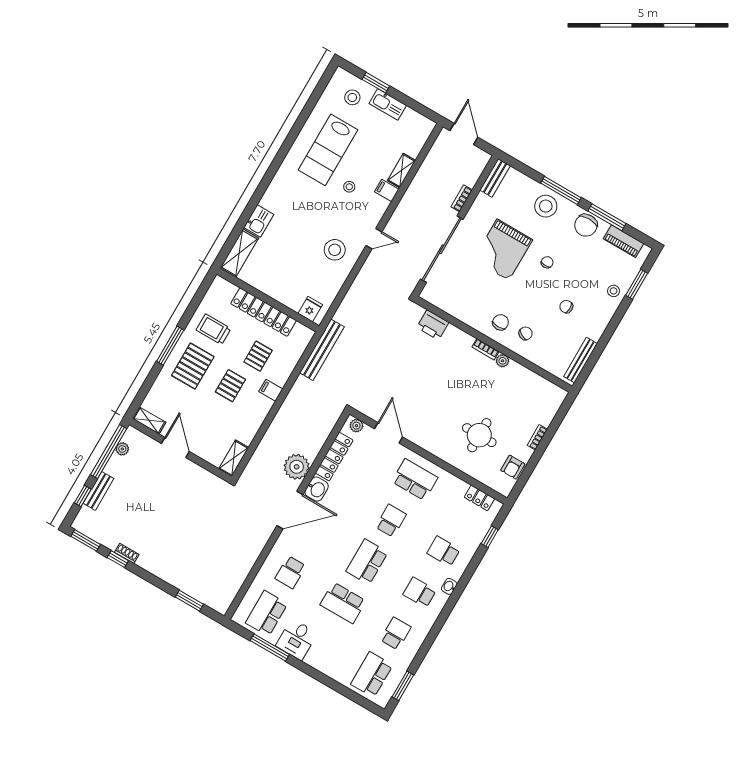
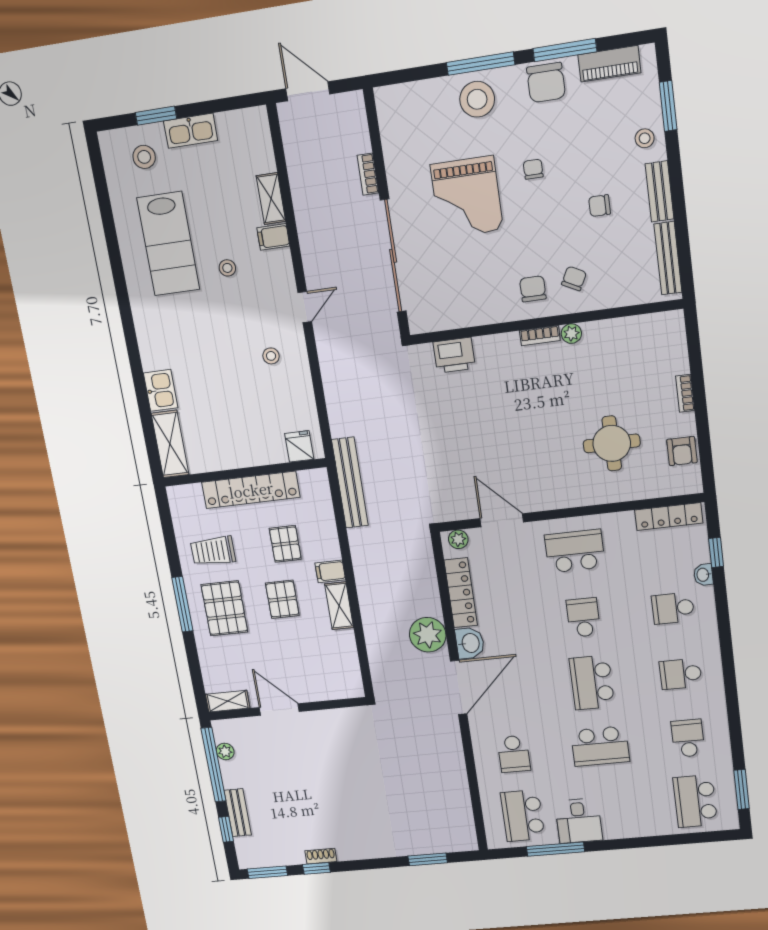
bench: (495, 178) -> (660, 191), moved
stool: (335, 250) -> (271, 356), width x0.53, depth x0.53
shelving: (234, 458) -> (339, 606), moved
locker: (479, 498) -> (669, 517), width x1.53
washbasin: (449, 586) -> (703, 575), moved

